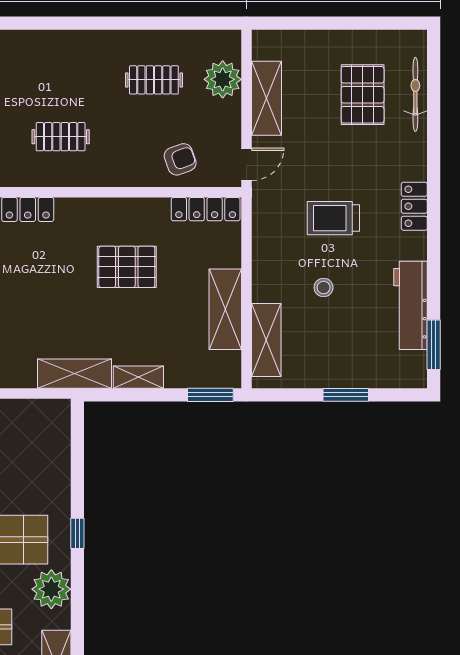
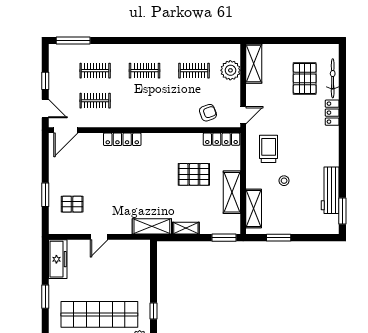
shelving: (266, 98) -> (254, 64), moved
clothes rail: (61, 137) -> (145, 71), moved
locker: (414, 206) -> (332, 113), moved
trolley: (333, 218) -> (269, 149), moved, turned 90
pallet: (127, 267) -> (194, 174), moved
window: (346, 395) -> (279, 238), moved

